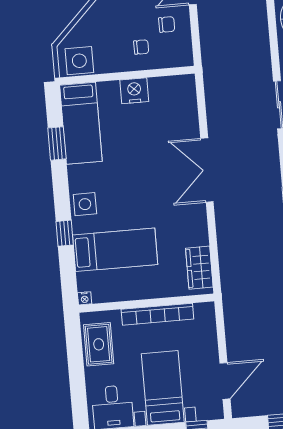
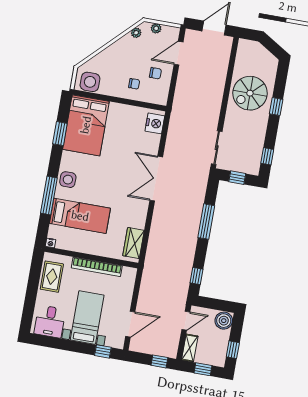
nightstand: (134, 91) -> (155, 123), moved, turned 90
bed: (81, 123) -> (86, 125), width x1.50
window: (65, 233) -> (49, 195), width x2.17

